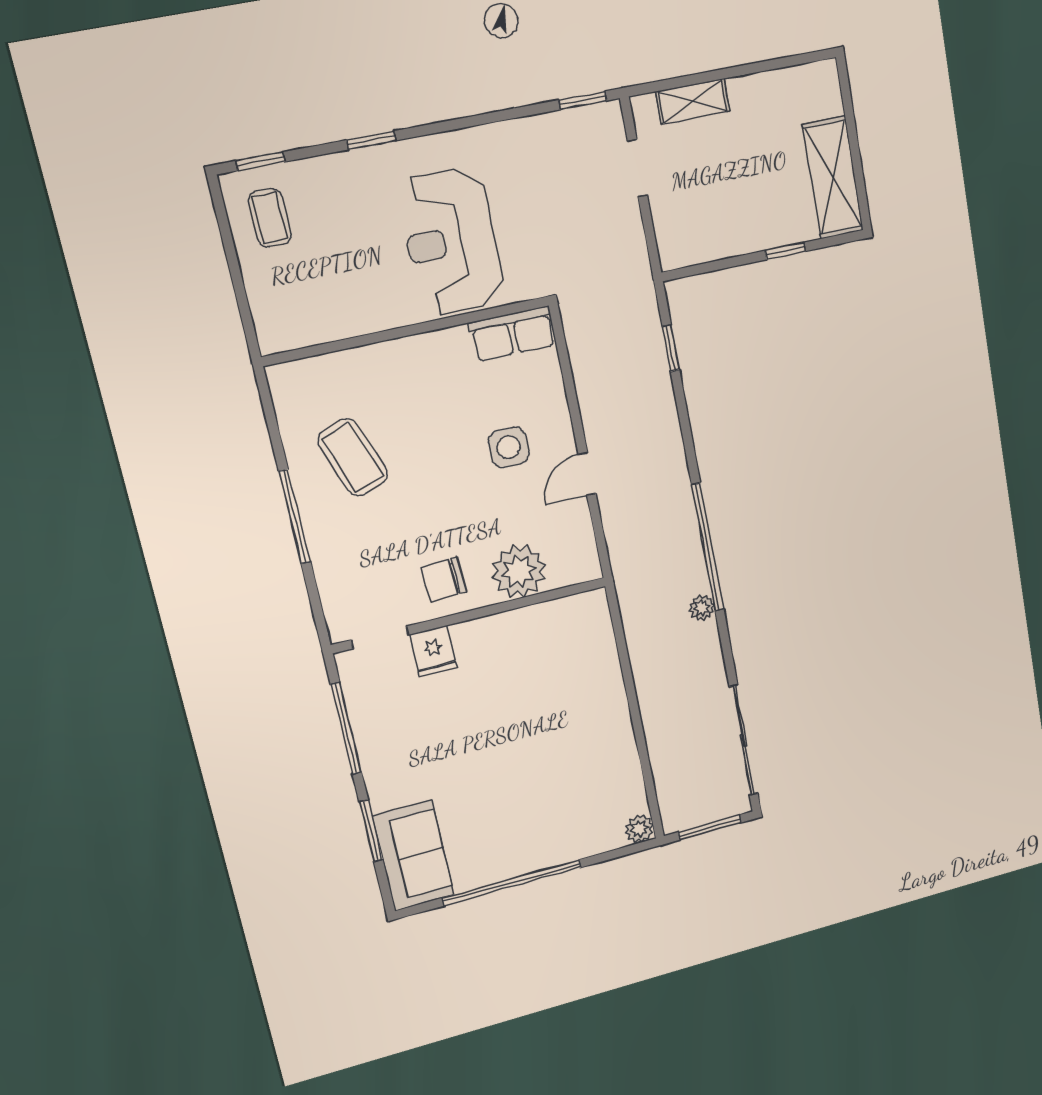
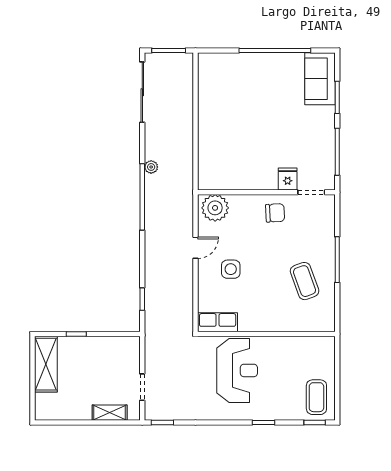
coffee table: (270, 218) -> (316, 397), width x1.36, depth x1.30
plant: (519, 571) -> (215, 208), moved
plant: (639, 829) -> (205, 60), removed

